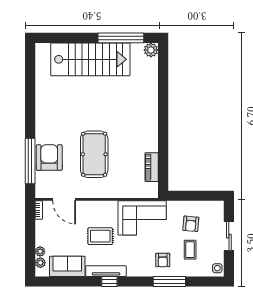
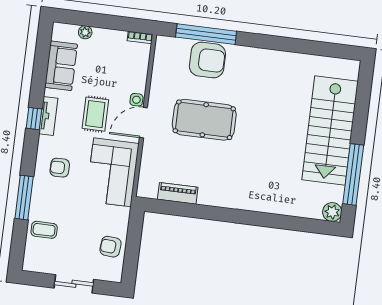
door: (64, 199) -> (143, 123), moved
armchair: (191, 224) -> (111, 247), moved
coffee table: (190, 250) -> (44, 230), moved
armchair: (163, 260) -> (60, 168), moved
plant: (40, 263) -> (70, 31), removed
side table: (217, 268) -> (136, 100), moved
tv unit: (106, 271) -> (48, 116), width x0.71

